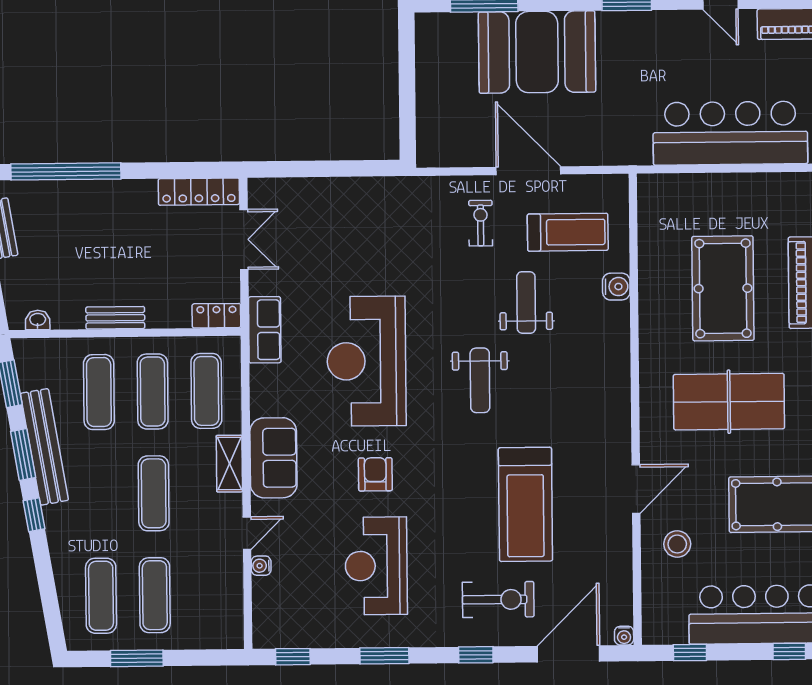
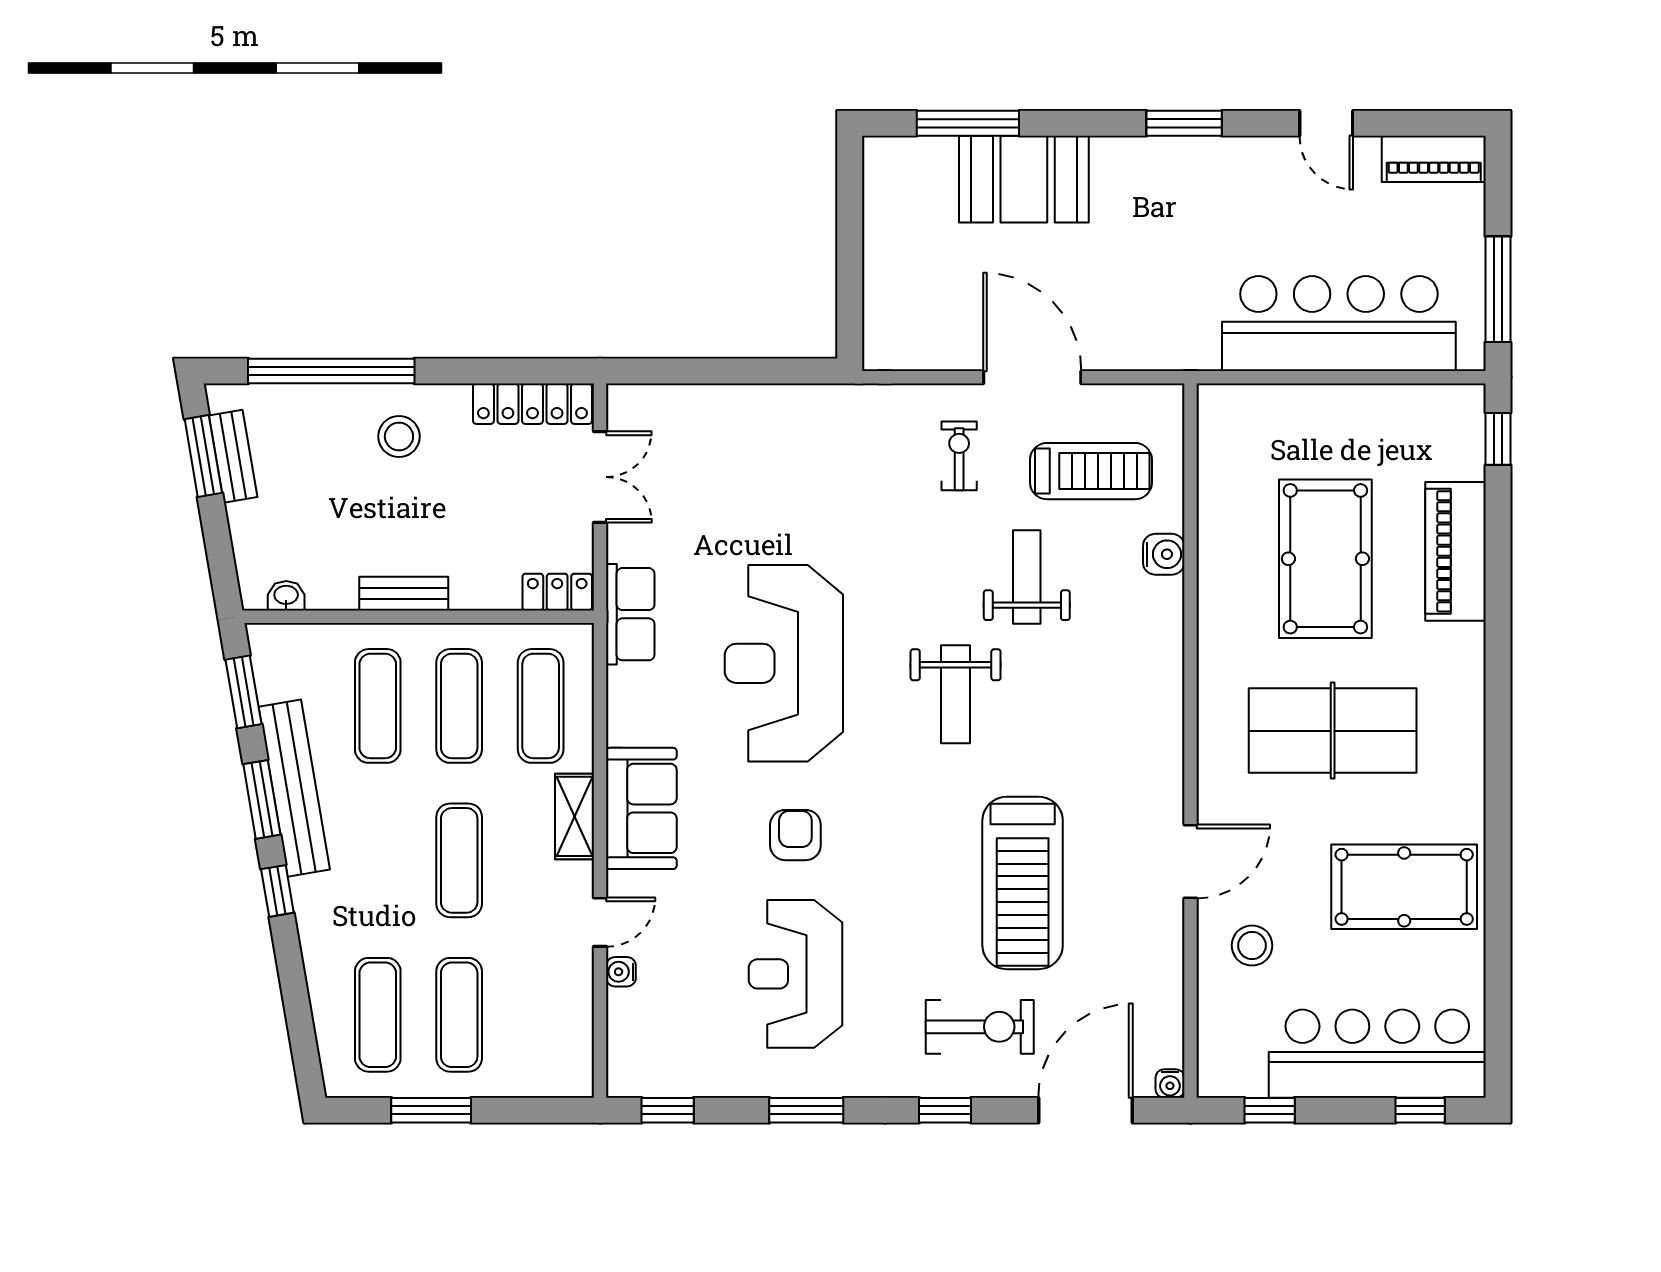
booth: (537, 52) -> (1024, 179), width x0.73, depth x0.70
stool: (111, 214) -> (399, 436), added

